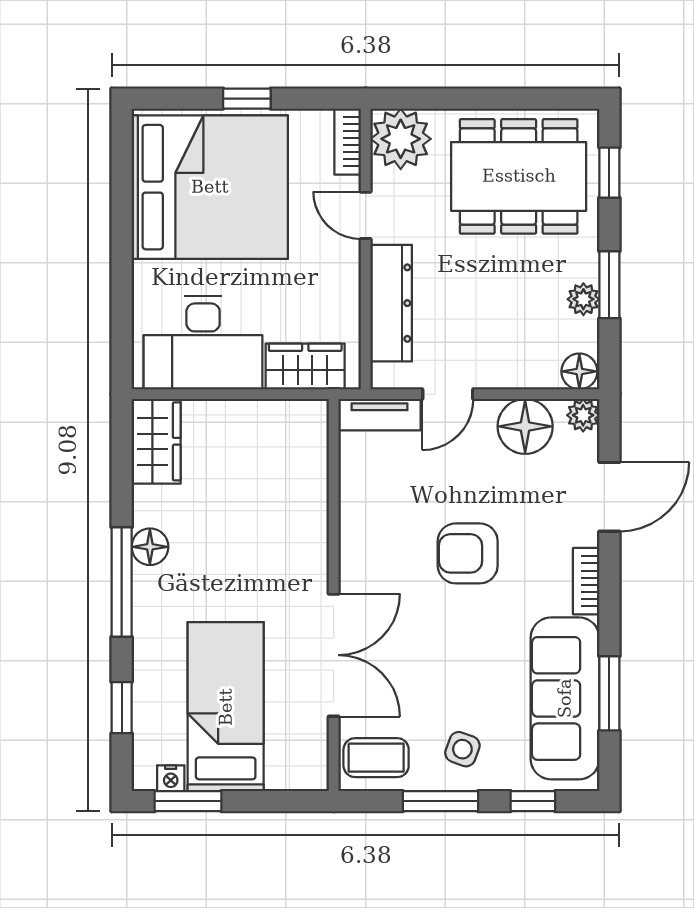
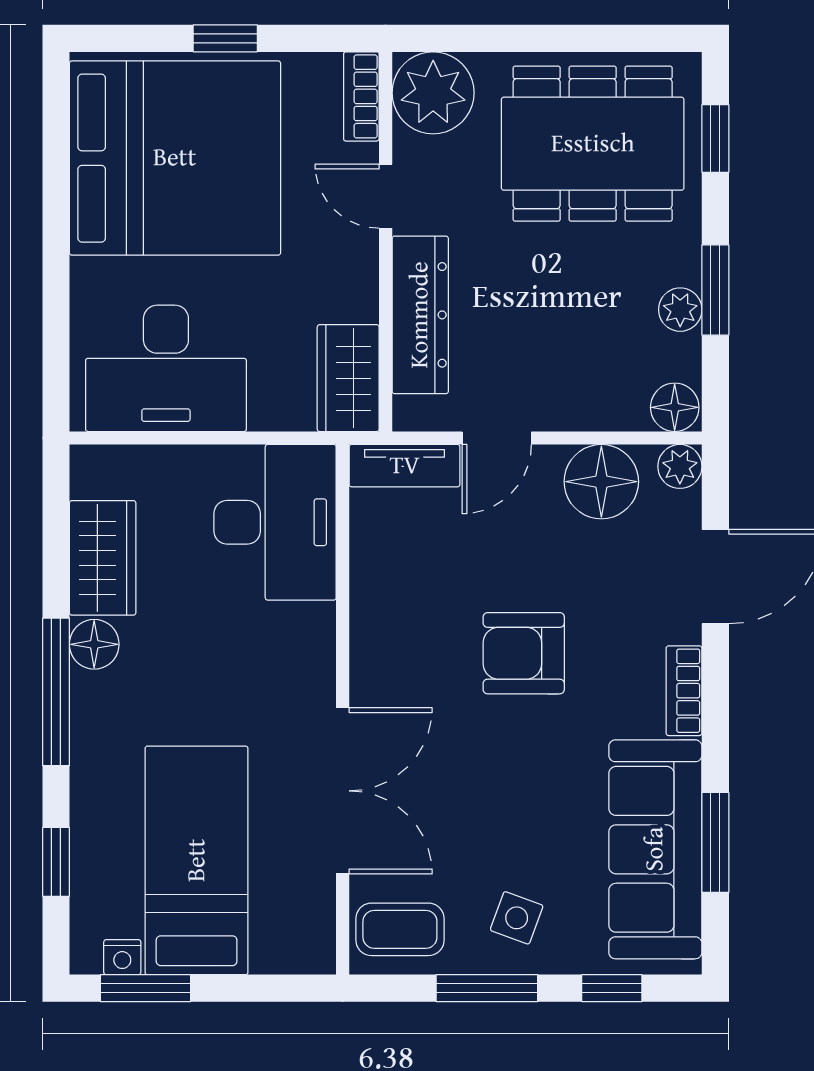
wardrobe: (305, 366) -> (348, 378), moved, turned -90
wardrobe: (156, 441) -> (103, 558), moved
desk: (284, 457) -> (275, 522), added

